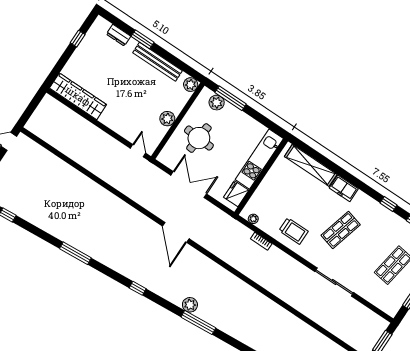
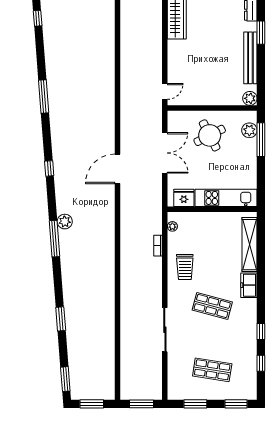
plant: (167, 119) -> (208, 98), removed
round table: (199, 138) -> (210, 135), turned -31

